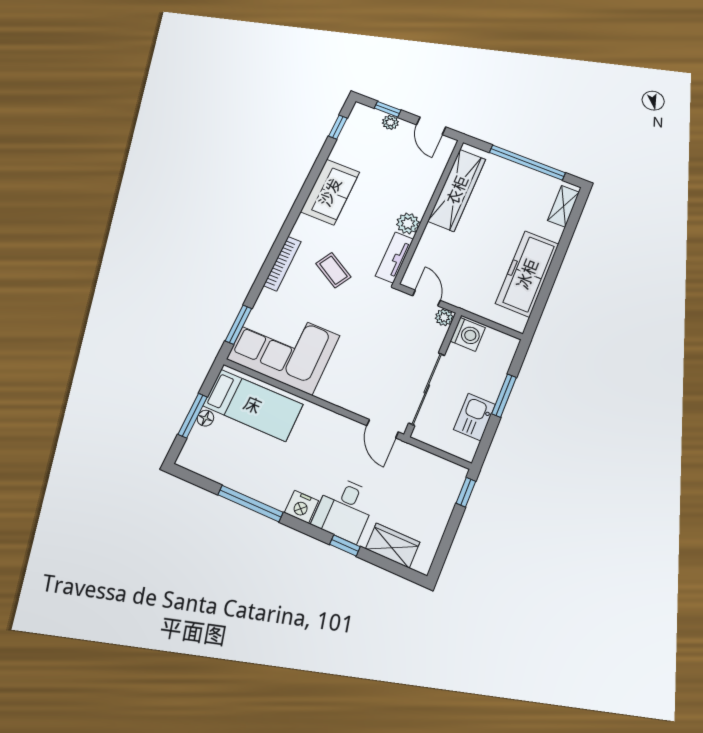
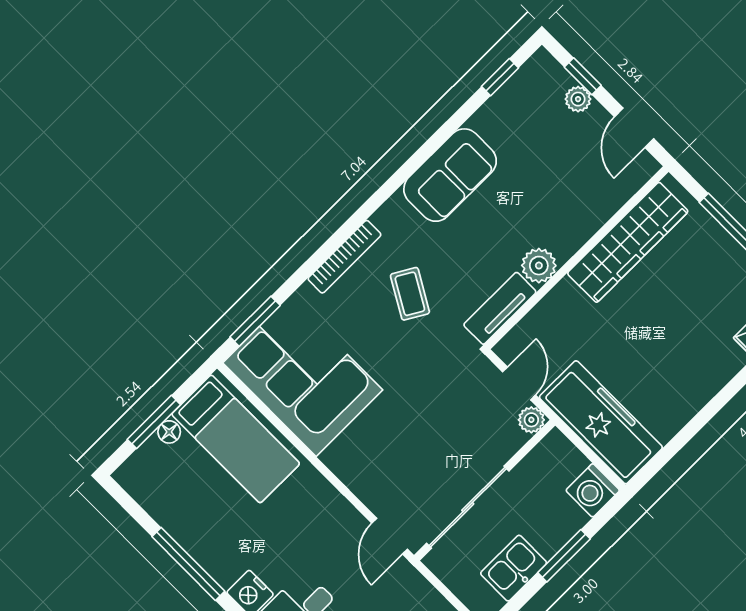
freezer: (527, 274) -> (601, 422), moved, turned 90
washing machine: (468, 334) -> (593, 490), moved, turned 90

